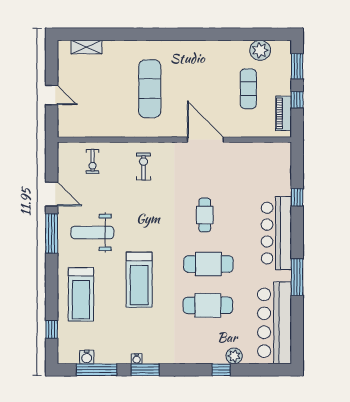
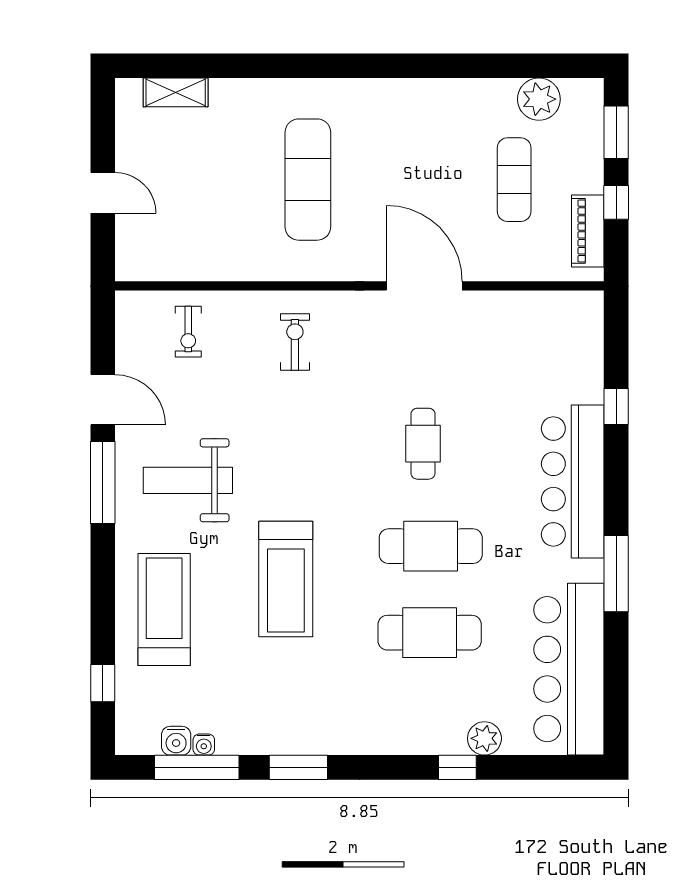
treadmill: (81, 294) -> (164, 610), turned 180
water cooler: (137, 359) -> (204, 745), moved

